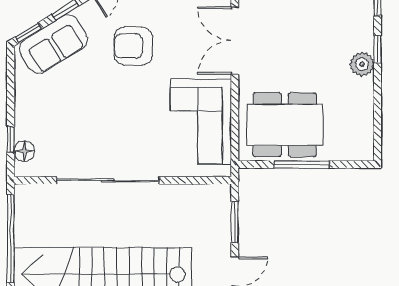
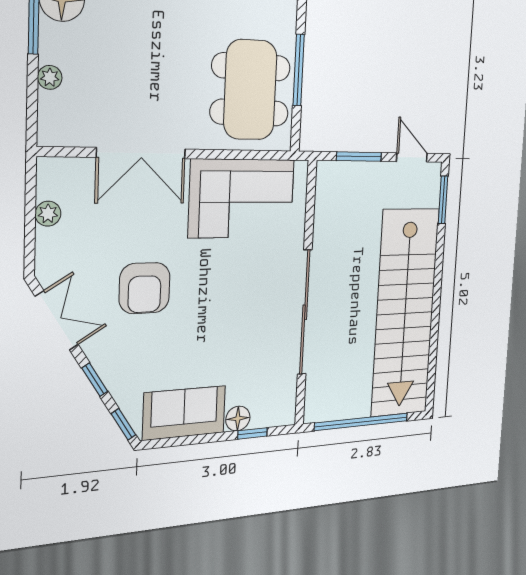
sofa: (53, 44) -> (184, 413), moved, turned -58
floor lamp: (24, 151) -> (238, 419), moved

